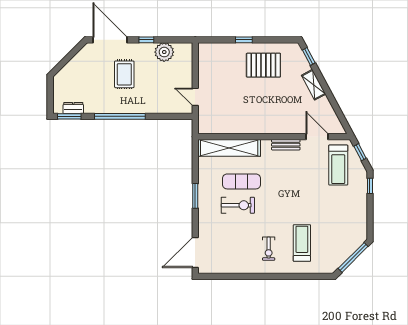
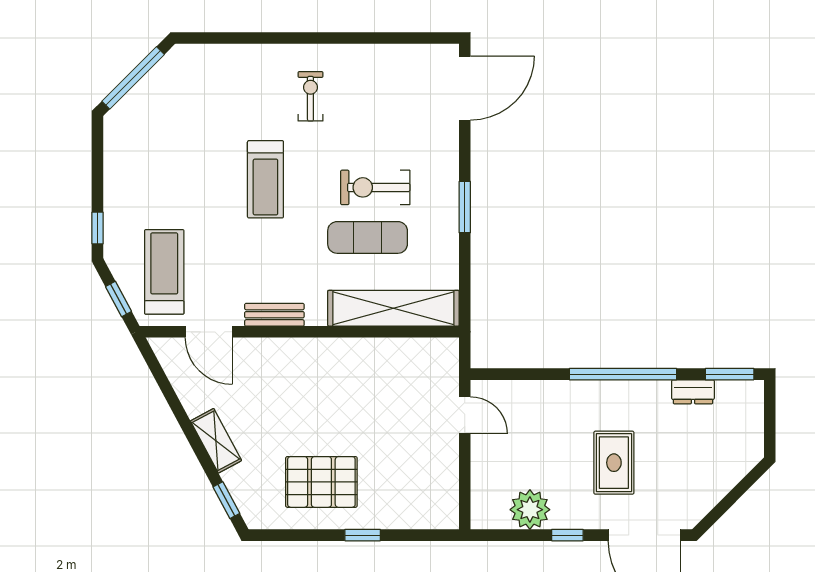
dresser: (73, 108) -> (693, 392), moved
treadmill: (302, 243) -> (265, 179), moved

